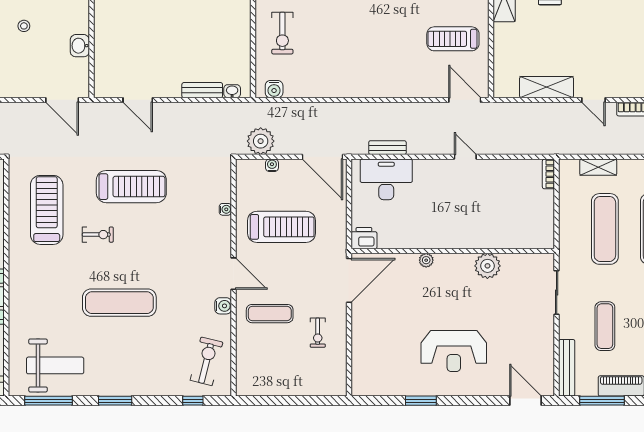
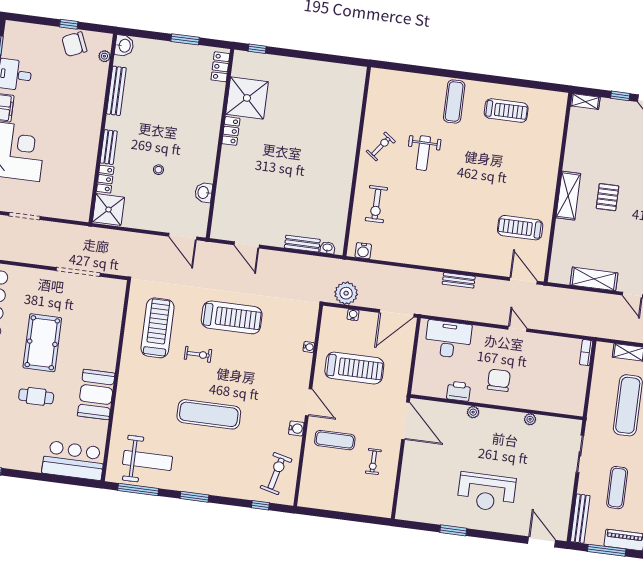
bench: (387, 148) -> (459, 280), moved
door: (322, 157) -> (397, 313), hinge flipped
chair: (451, 219) -> (499, 380), added
printer: (364, 238) -> (459, 391), moved
plant: (487, 266) -> (530, 419), width x0.53, depth x0.53
door: (349, 280) -> (405, 421), hinge flipped

